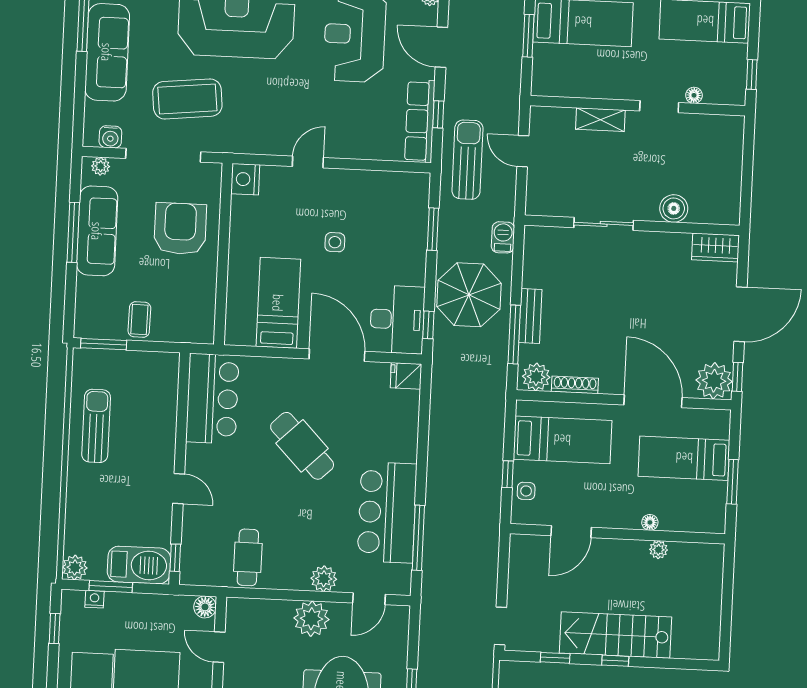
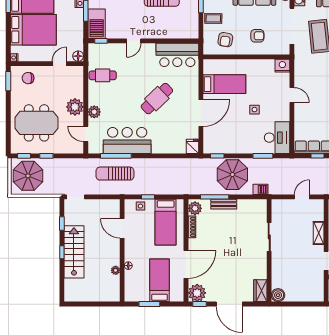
sun lounger: (467, 160) -> (115, 174), moved, turned 180
boiler: (674, 208) -> (278, 295), moved
armchair: (180, 229) -> (257, 36), width x0.53, depth x0.53
armchair: (185, 296) -> (225, 40), added
desk: (397, 319) -> (277, 138), moved, turned -90

